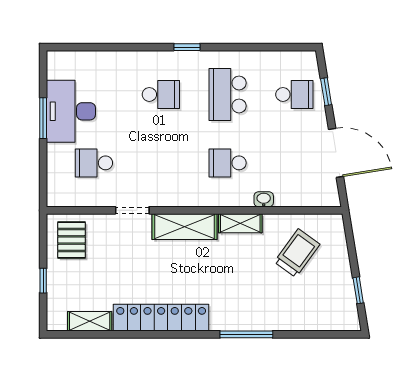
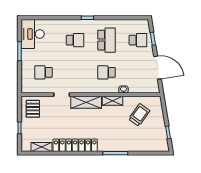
school desk: (228, 94) -> (106, 40), turned 180
desk: (71, 111) -> (33, 34), moved

